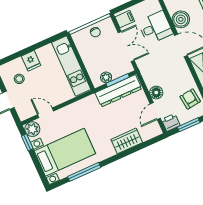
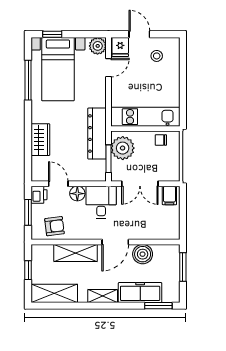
desk: (155, 28) -> (101, 202), moved, turned 180
chair: (95, 32) -> (161, 140), moved
fridge: (31, 61) -> (120, 47), moved, turned -90
plant: (106, 77) -> (123, 148), width x1.88, depth x1.88
dresser: (118, 91) -> (97, 134), moved
window: (27, 142) -> (52, 34), moved

